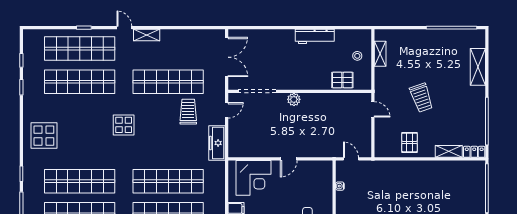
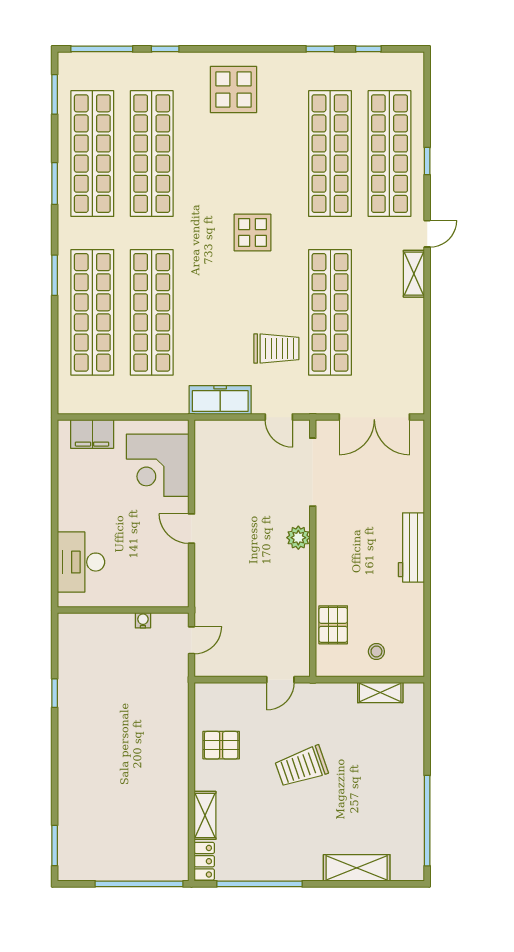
workbench: (315, 36) -> (411, 547), moved

